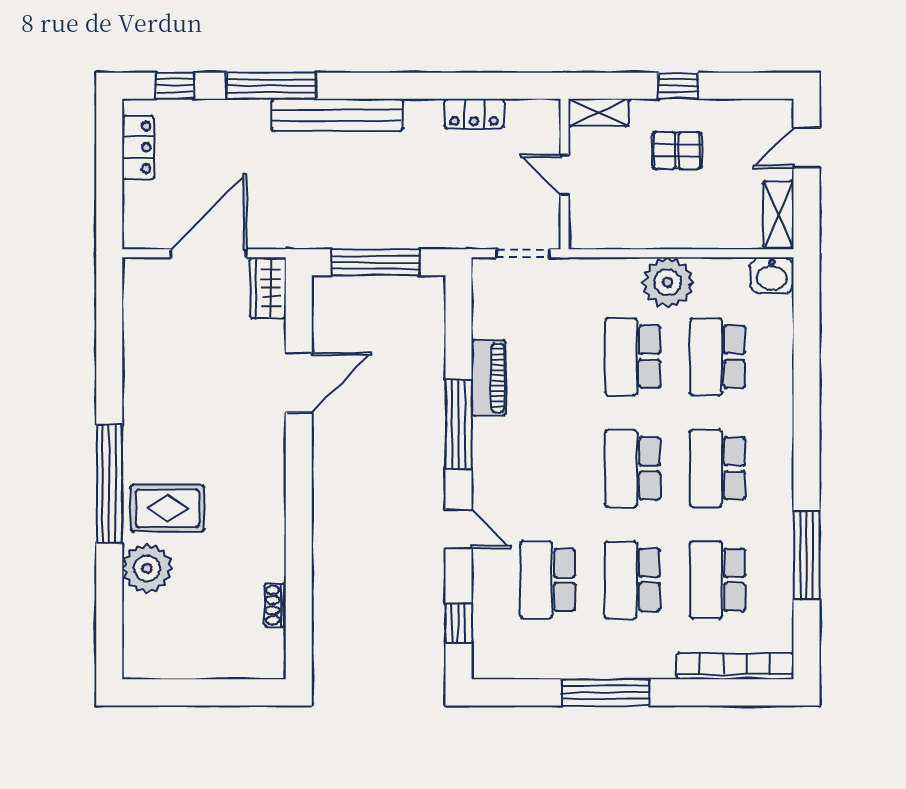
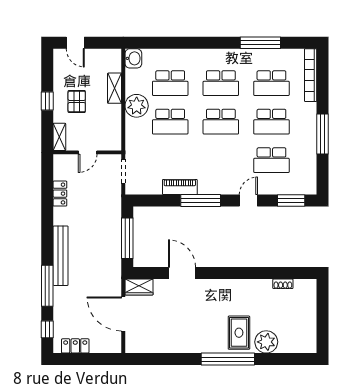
shelving: (778, 215) -> (115, 88), moved, turned 90
window: (459, 623) -> (291, 201), width x1.50

